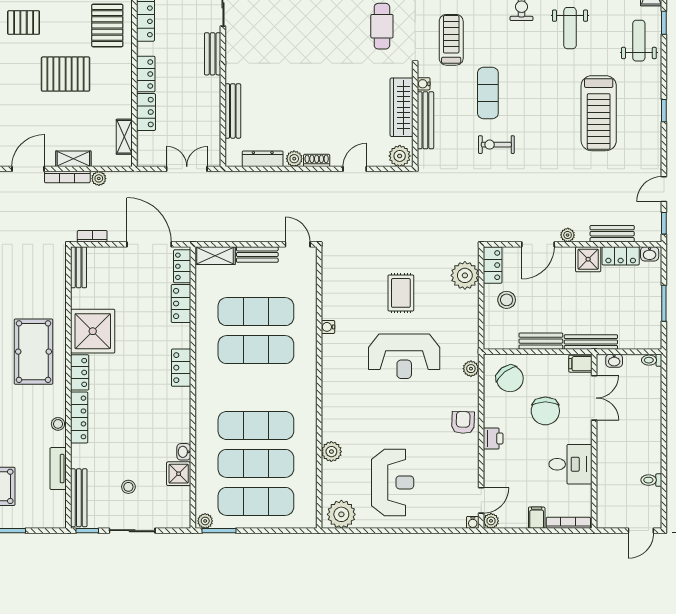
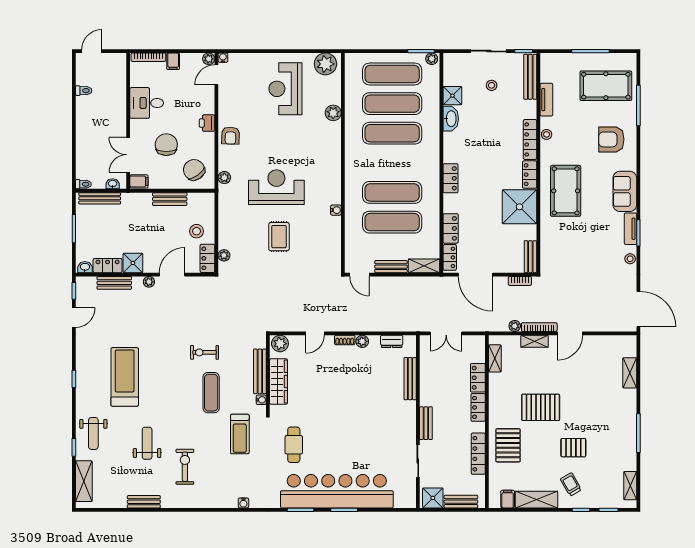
exercise bike: (496, 145) -> (205, 352), turned 180
dresser: (263, 159) -> (392, 341), width x0.70
plant: (465, 275) -> (224, 255), width x0.53, depth x0.53
bench: (591, 342) -> (100, 198), moved
washbasin: (184, 452) -> (451, 119), width x1.91, depth x1.45

